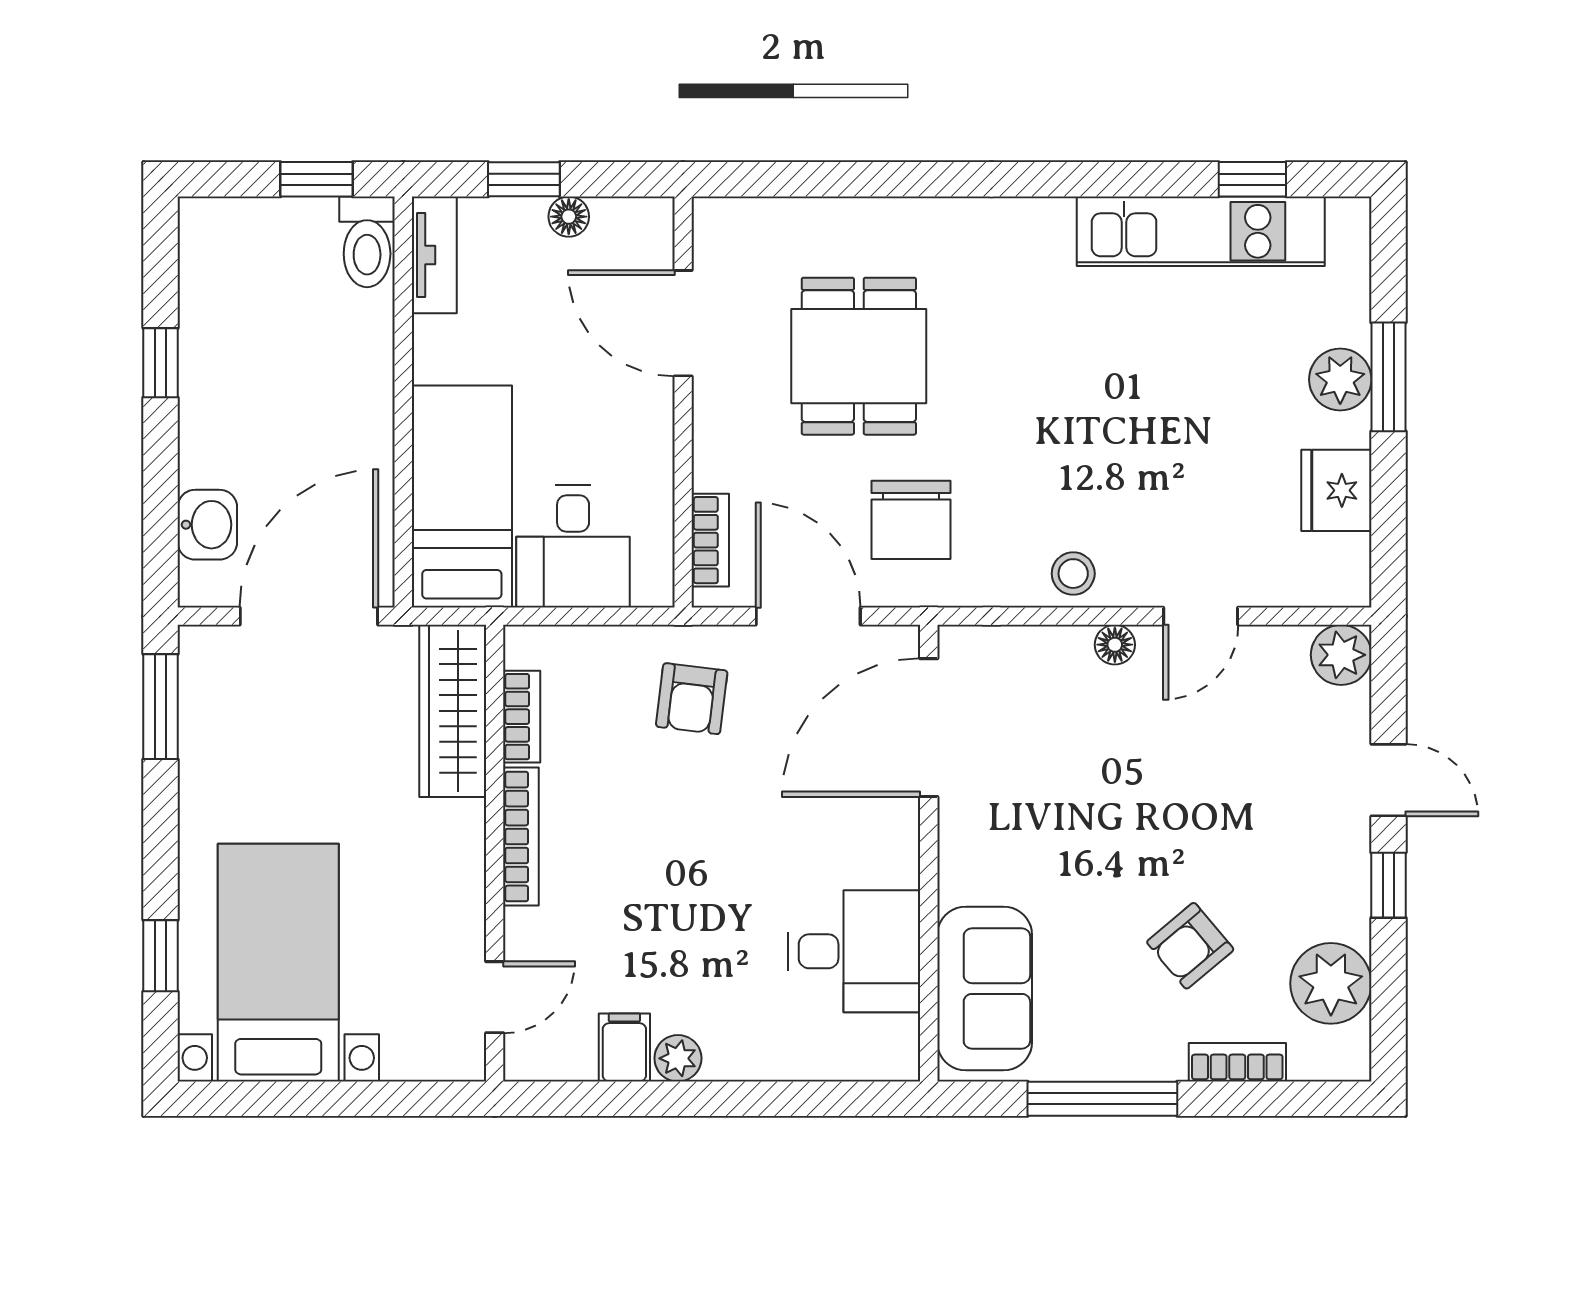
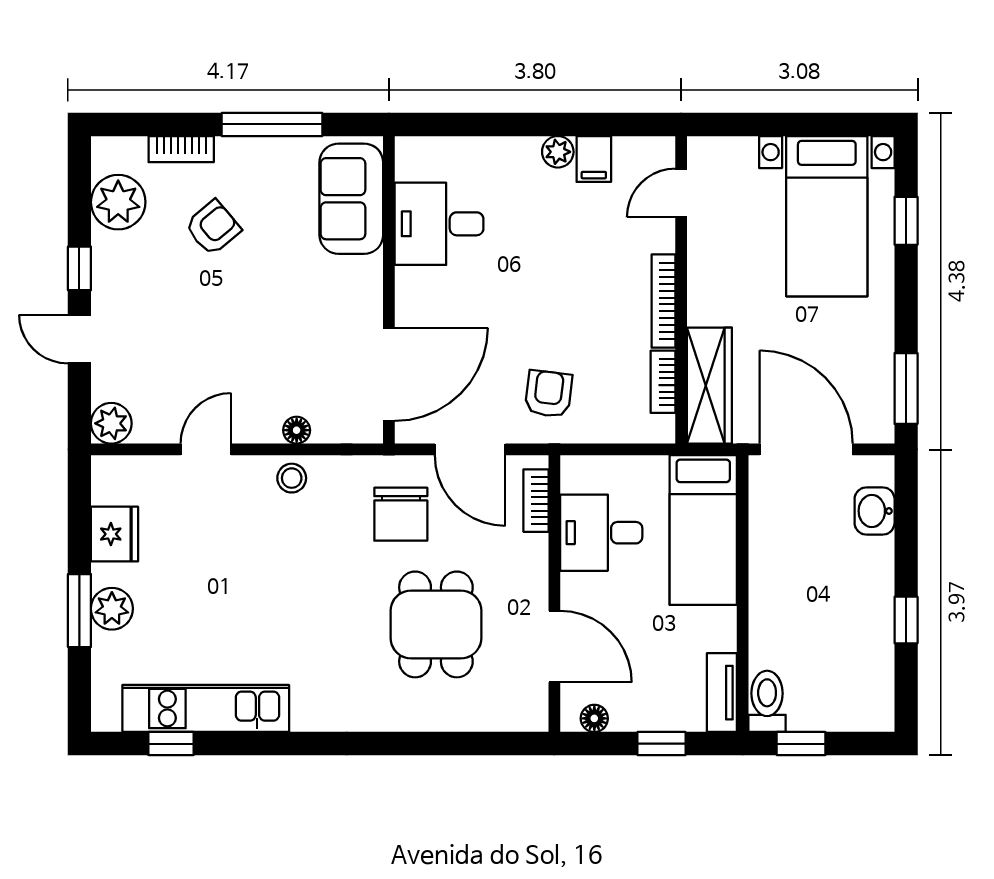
floor lamp: (569, 217) -> (594, 718), moved
chair: (911, 520) -> (401, 514), turned 180
desk: (573, 546) -> (601, 533), moved, turned -90
door: (309, 616) -> (806, 449), swing flipped
floor lamp: (1115, 645) -> (297, 430), moved

